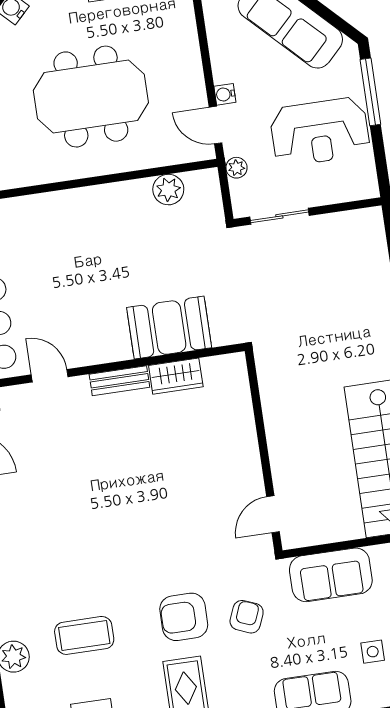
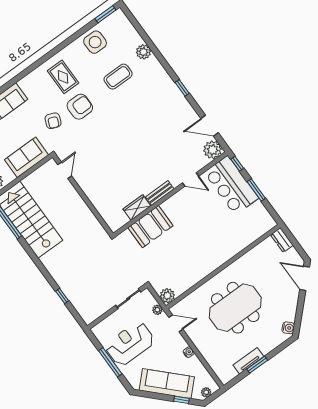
window: (370, 92) -> (110, 362), moved
water cooler: (225, 94) -> (189, 352), moved
plant: (168, 190) -> (167, 296), moved

